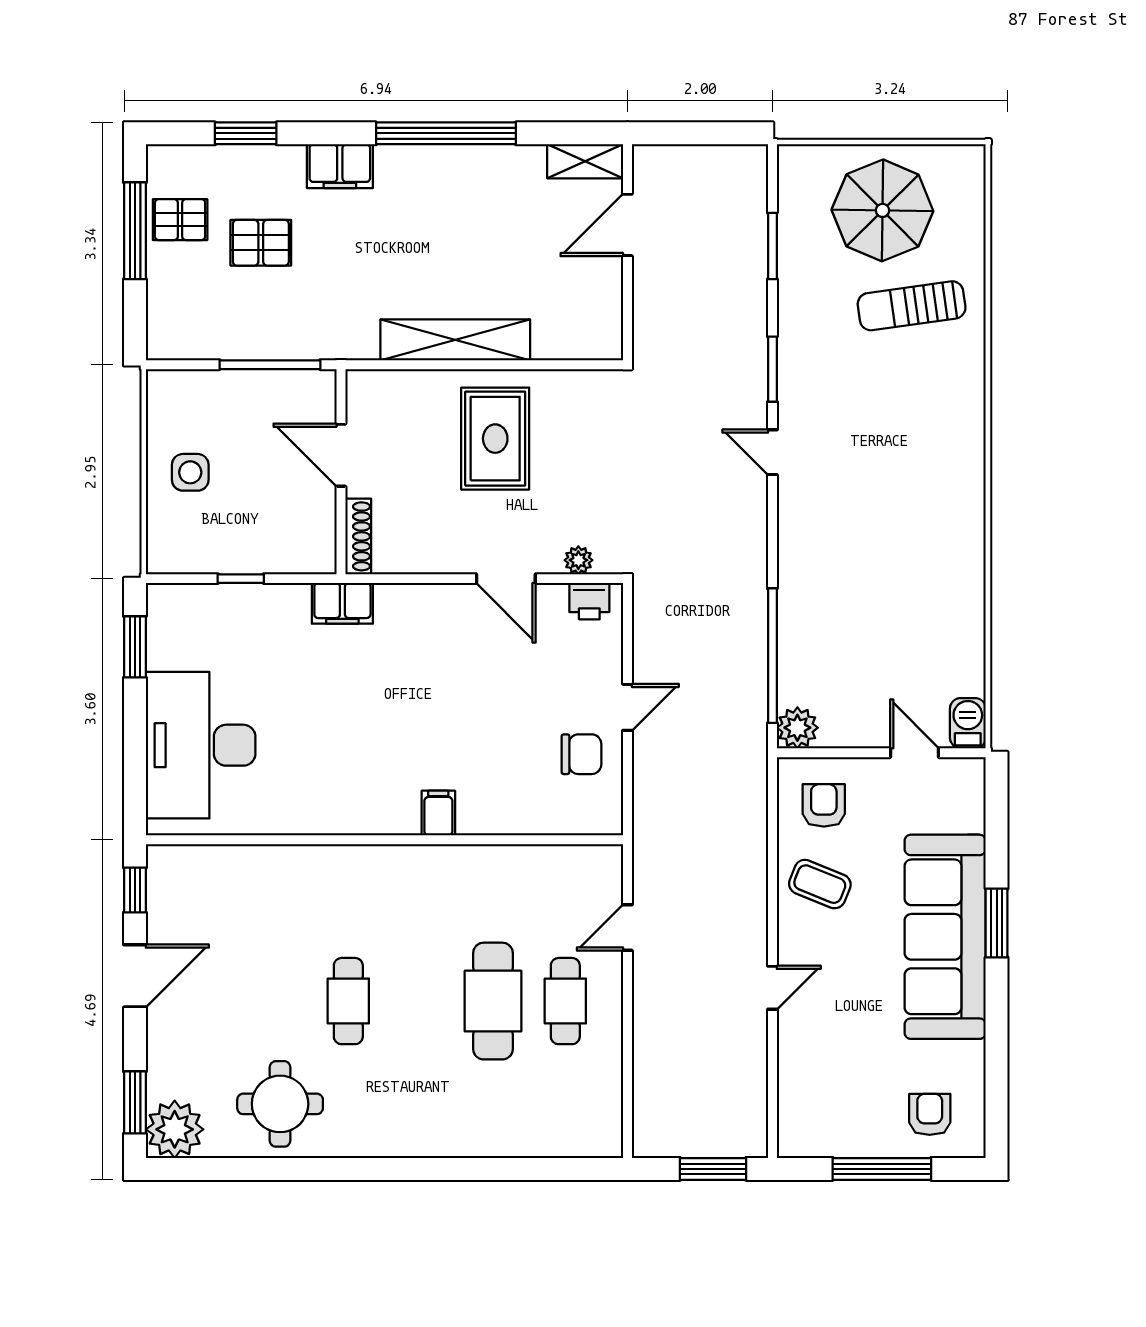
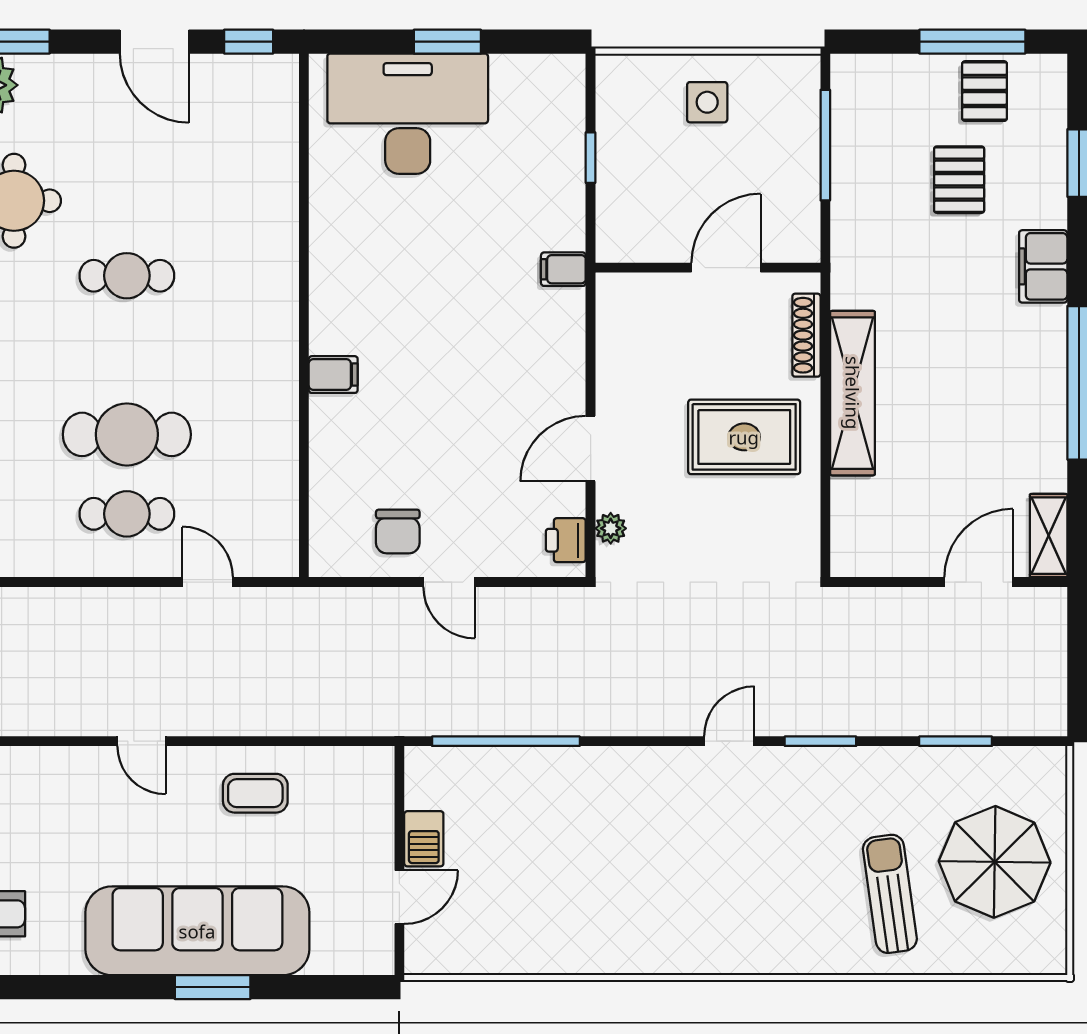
door: (627, 225) -> (979, 582), hinge flipped
window: (270, 365) -> (825, 145), moved
shoe rack: (358, 536) -> (806, 335), moved, turned 90
filing cabinet: (342, 603) -> (563, 269), width x0.50
window: (135, 647) -> (447, 42), moved
barbecue: (968, 723) -> (424, 839), moved, turned 90
plant: (797, 728) -> (427, 769), removed
armchair: (824, 805) -> (342, 798), removed
coffee table: (820, 884) -> (255, 793), turned 68

